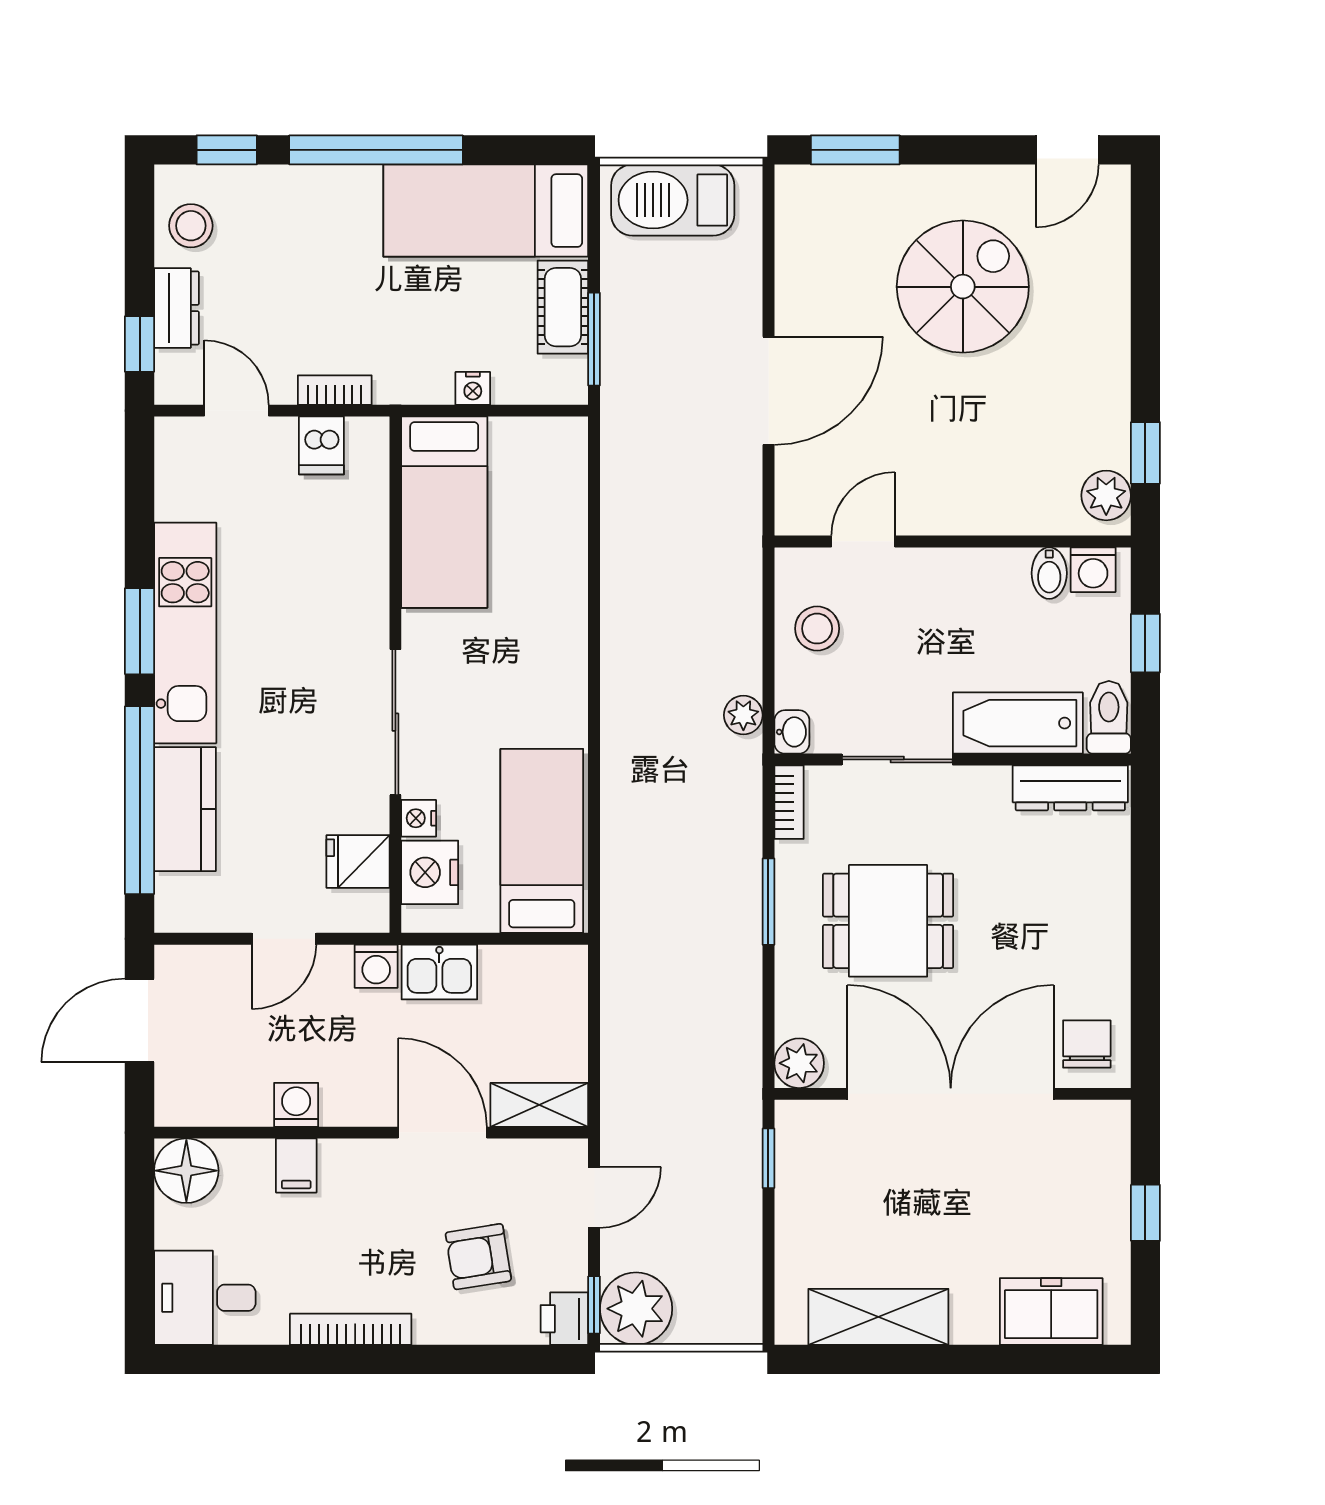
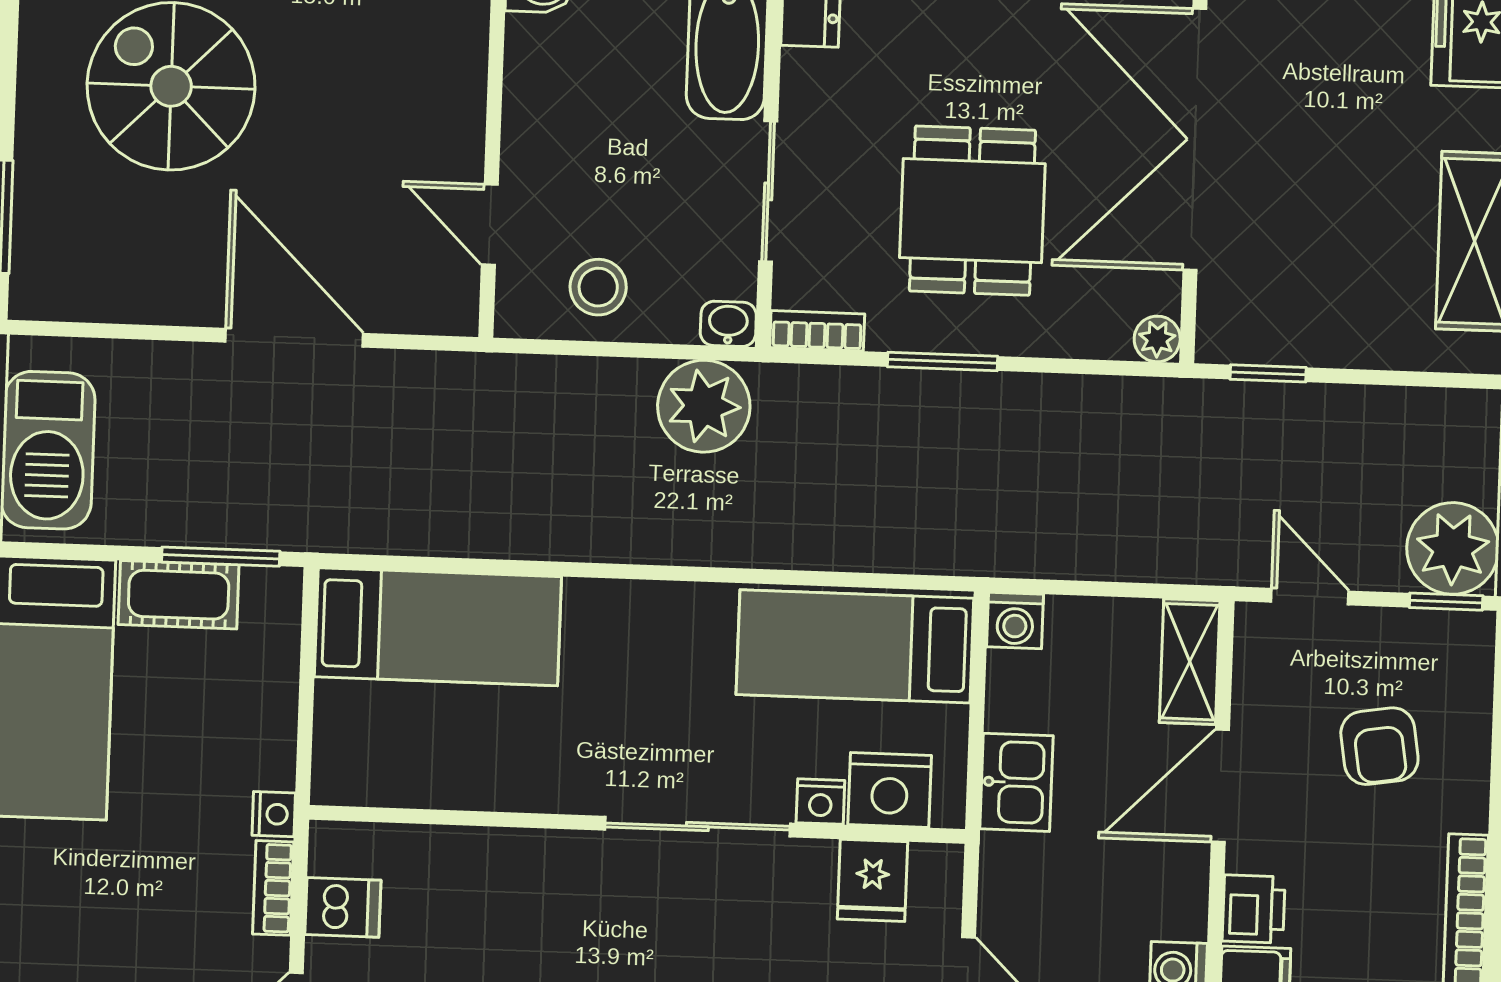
nightstand: (473, 388) -> (274, 814), moved
bed: (444, 512) -> (438, 627), moved
plant: (743, 715) -> (704, 406), width x1.88, depth x1.88
washing machine: (376, 966) -> (1015, 621), moved, turned 90
plant: (799, 1063) -> (1157, 339), width x0.73, depth x0.73
printer: (564, 1319) -> (1254, 909), moved, turned -90

